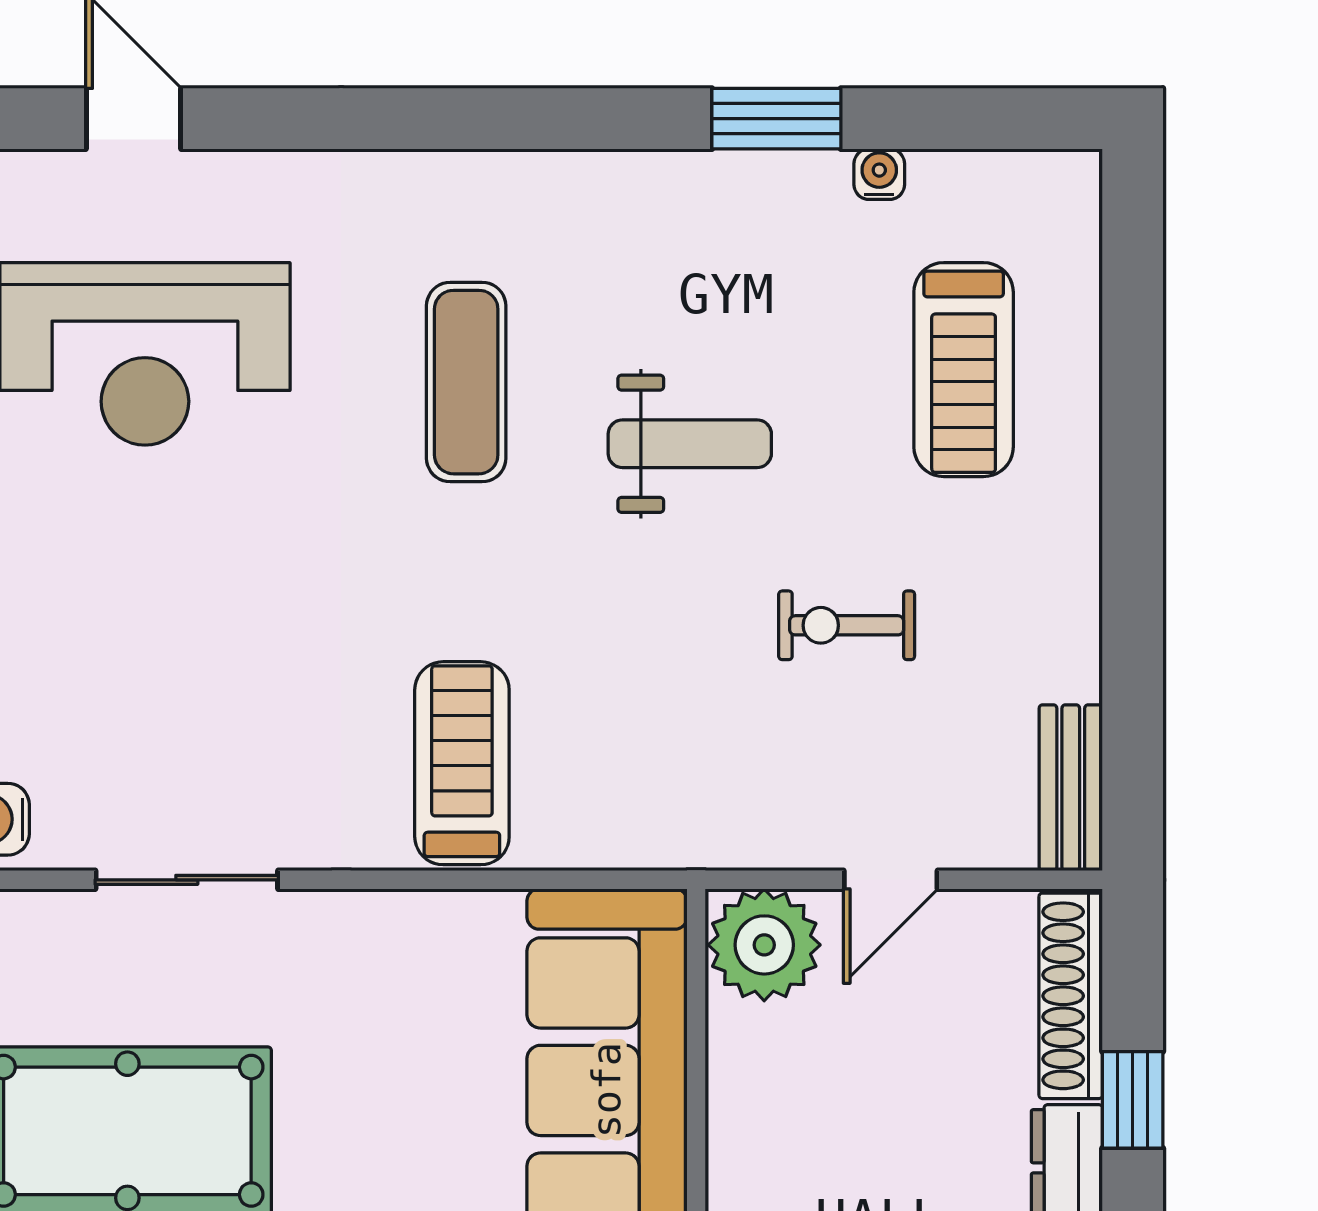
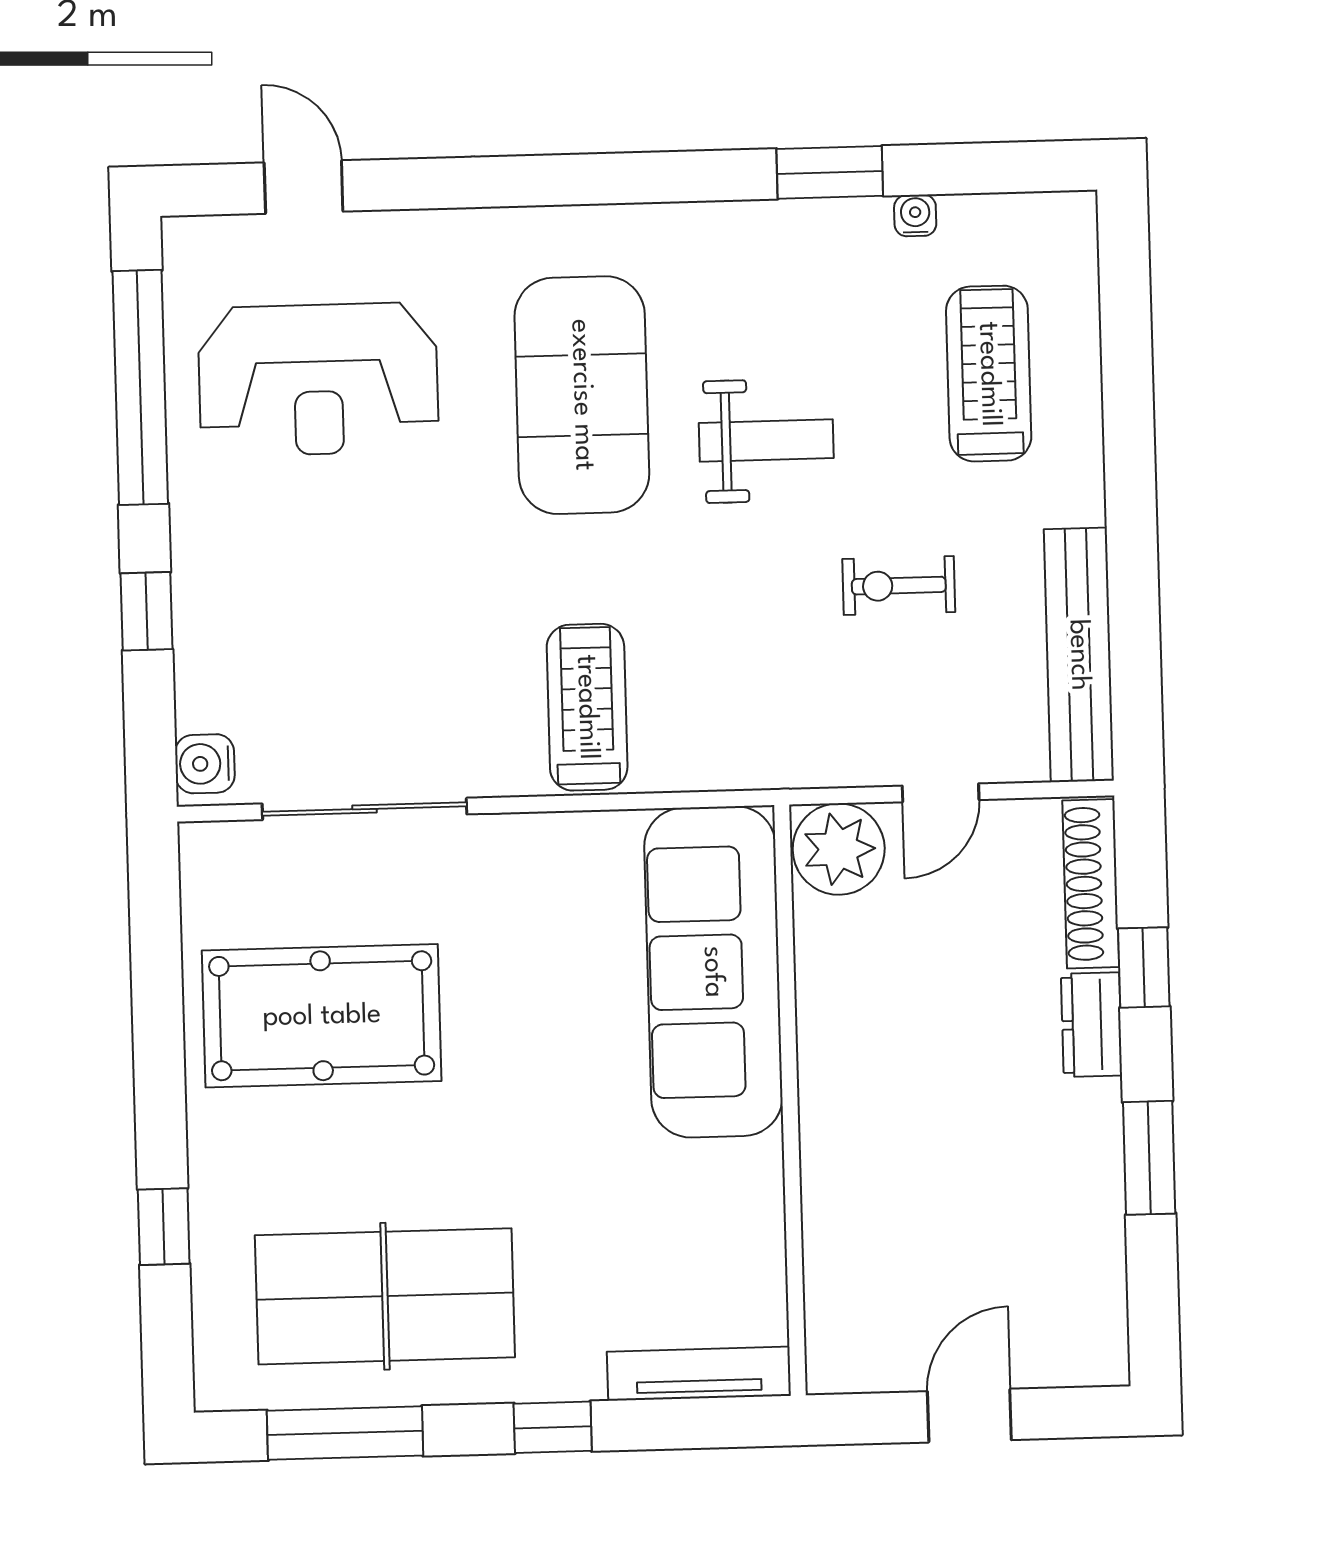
treadmill: (964, 370) -> (989, 374), turned 180
exercise mat: (466, 382) -> (582, 395), width x2.00, depth x1.45
bench: (1071, 788) -> (1079, 655), width x1.86, depth x1.21
sliding door: (187, 880) -> (365, 809), width x1.37

